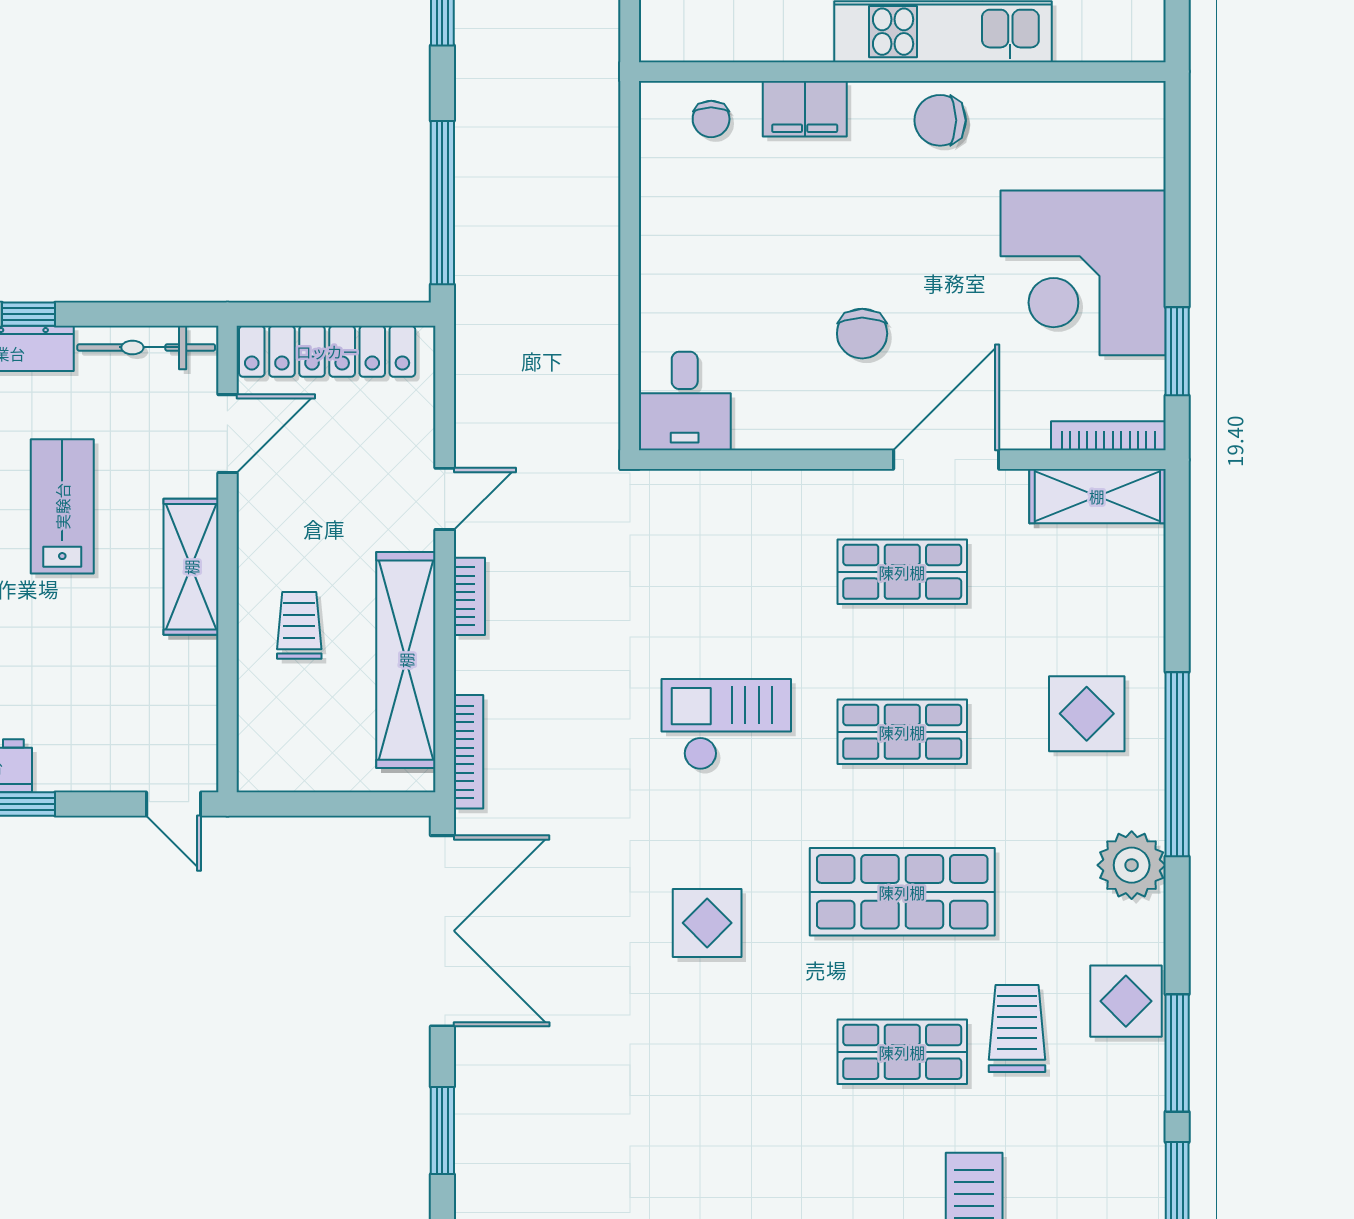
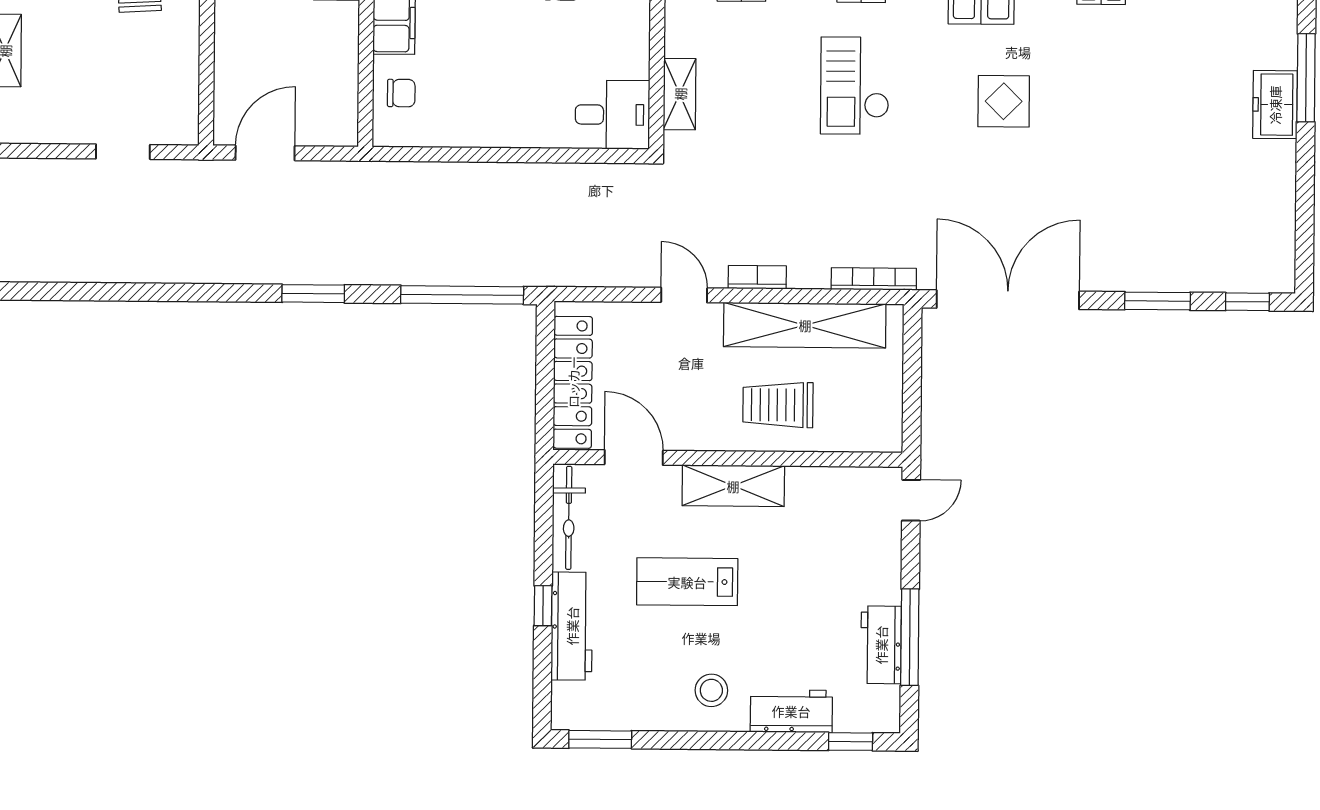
shelving: (713, 490) -> (680, 94), added
trolley: (299, 625) -> (778, 405), width x1.36, depth x1.39

